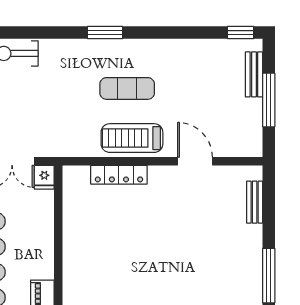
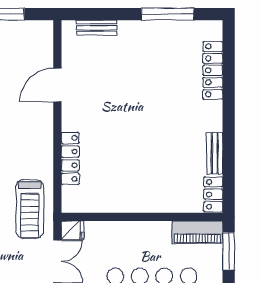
treadmill: (132, 138) -> (30, 209), moved

